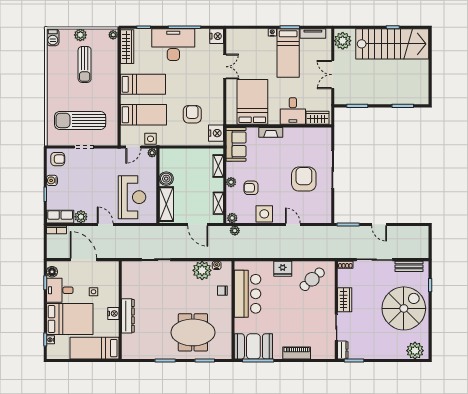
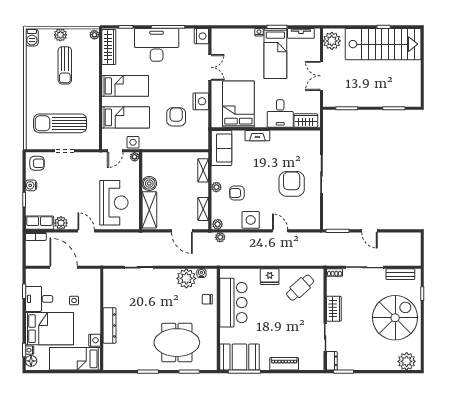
nightstand: (216, 133) -> (201, 101), moved
floor lamp: (52, 272) -> (31, 361), moved
nightstand: (113, 314) -> (95, 340), moved

